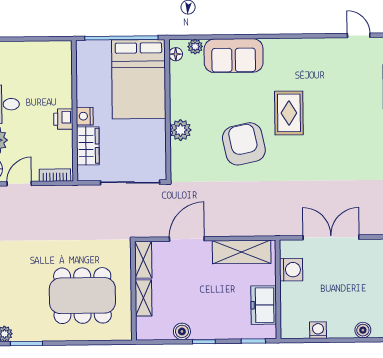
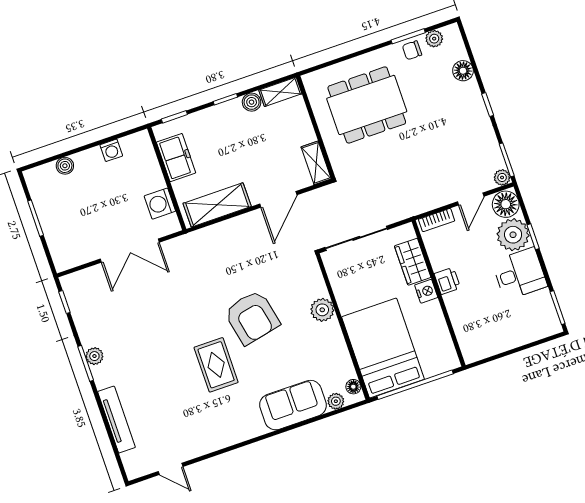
shelving: (144, 298) -> (280, 92), moved, turned 90
chair: (27, 330) -> (412, 50), added

